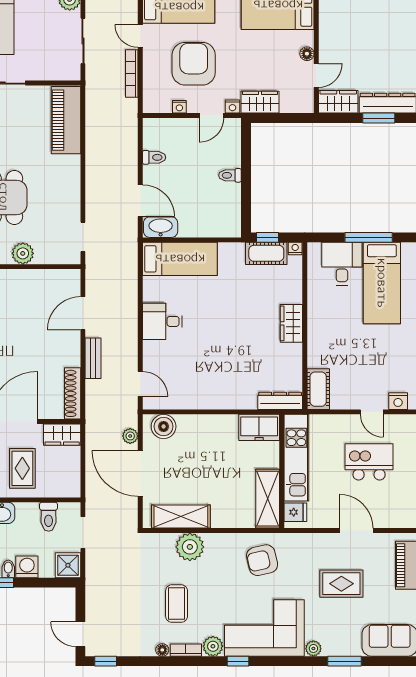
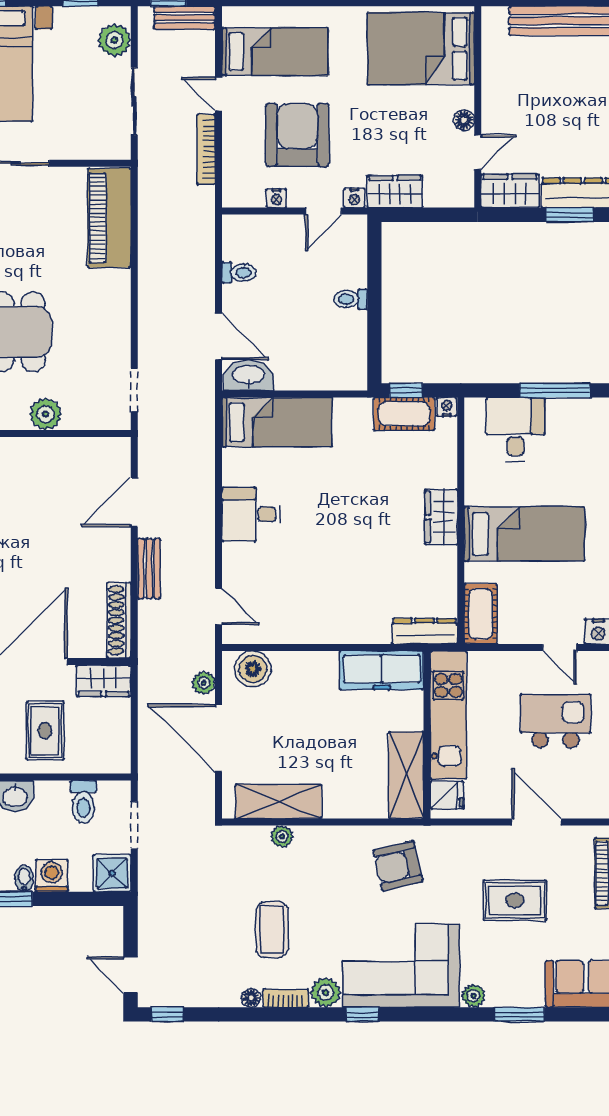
bed: (382, 283) -> (524, 534), moved, turned -90
freezer: (259, 427) -> (382, 670), width x1.40
plant: (190, 547) -> (282, 837), width x0.53, depth x0.53

